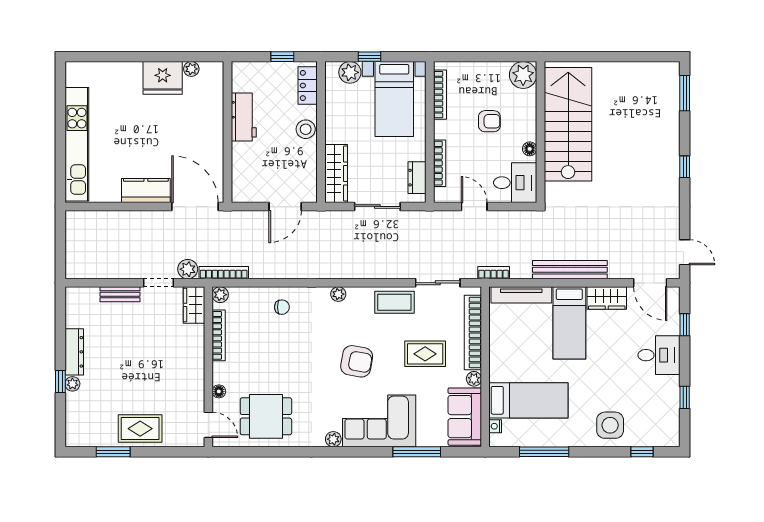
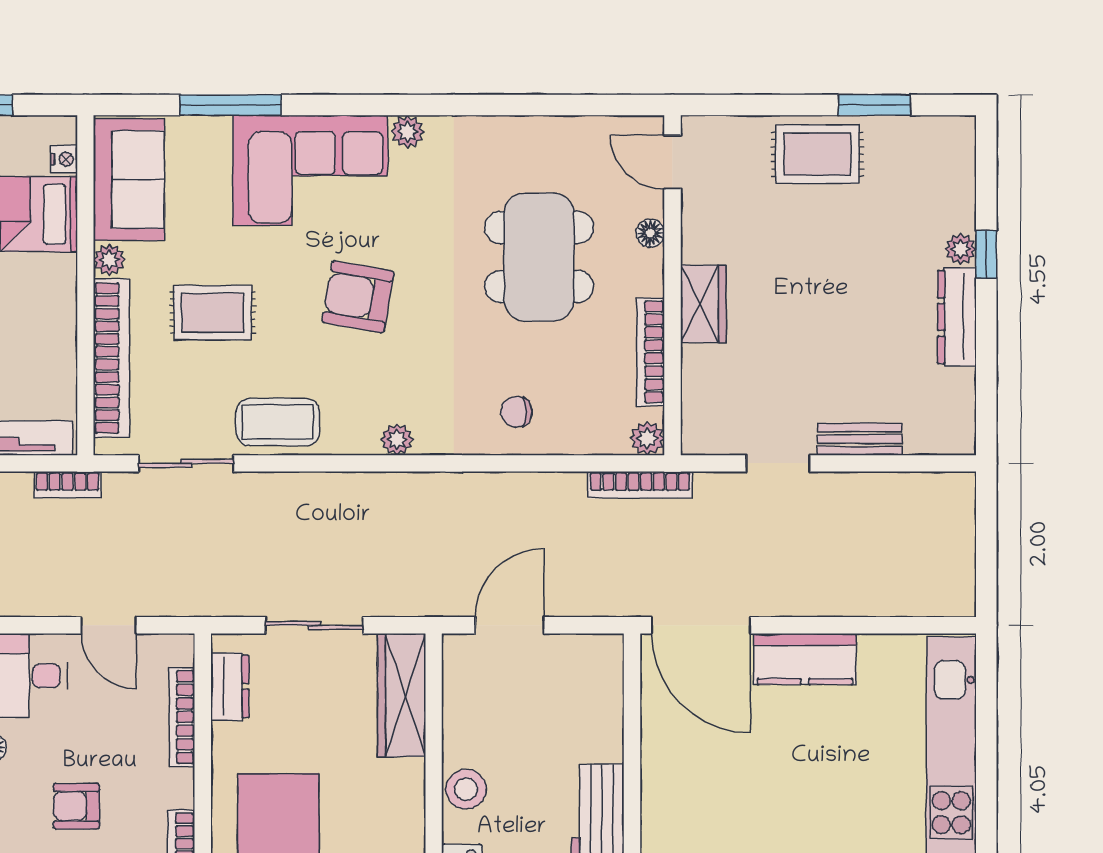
plant: (188, 269) -> (716, 492), removed
wardrobe: (194, 305) -> (703, 304), moved
dining table: (266, 416) -> (539, 257), moved, width x1.38

